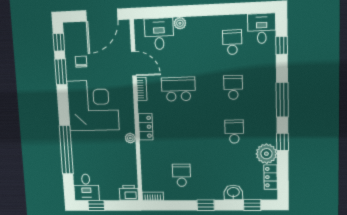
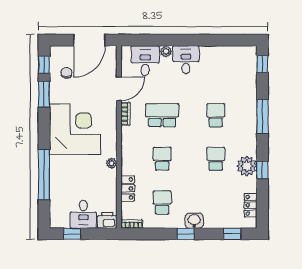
desk: (262, 28) -> (186, 60), moved
school desk: (232, 42) -> (162, 159), moved
window: (282, 45) -> (262, 64), moved
chair: (81, 62) -> (66, 73), moved
door: (134, 64) -> (119, 89), hinge flipped
window: (282, 100) -> (262, 116), moved
locker: (146, 127) -> (128, 188), moved
plant: (266, 154) -> (247, 166), moved
desk: (86, 187) -> (83, 214), moved
washbasin: (233, 192) -> (194, 221), moved

